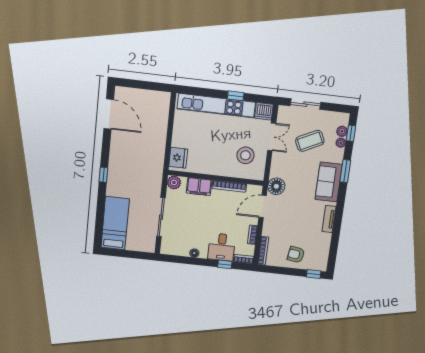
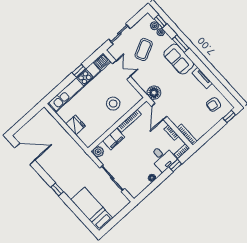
stool: (245, 155) -> (113, 104), moved
fridge: (178, 158) -> (75, 125), moved
armchair: (296, 255) -> (214, 104), moved

